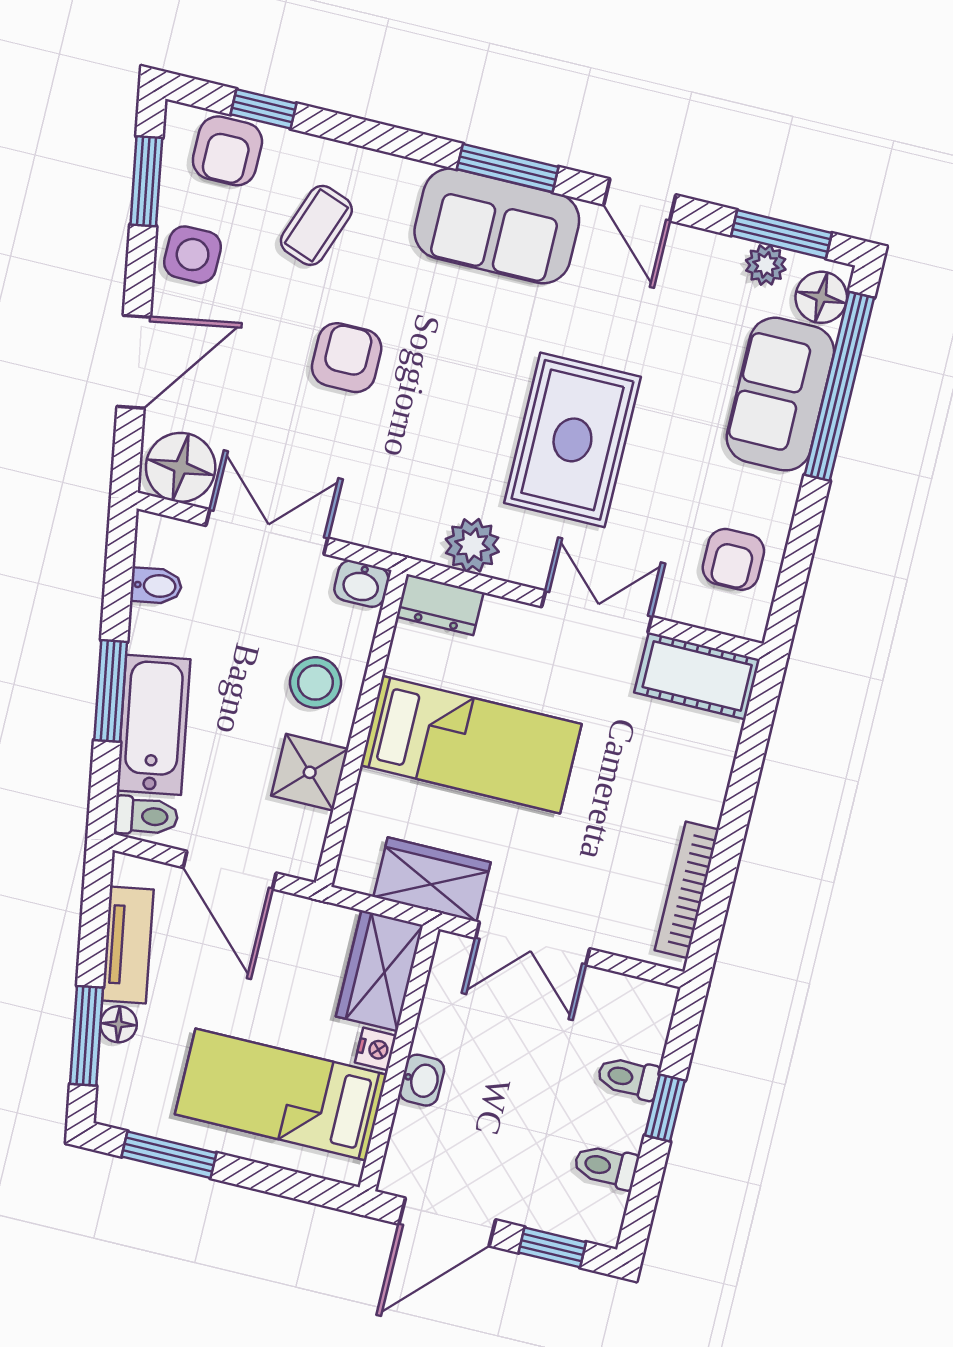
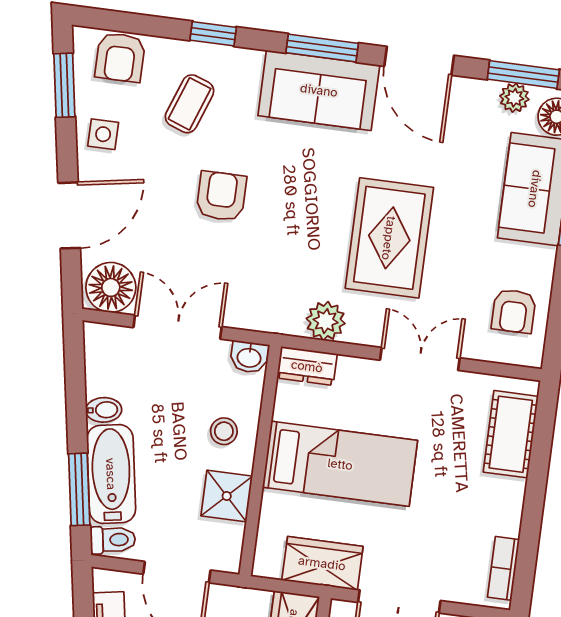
window: (263, 109) -> (213, 34), moved
door: (640, 200) -> (419, 61), width x1.38
side table: (193, 255) -> (103, 134), width x0.73, depth x0.73
bidet: (156, 586) -> (104, 410), moved
cot: (697, 676) -> (511, 434), moved, turned 90
stool: (315, 683) -> (224, 431), width x0.73, depth x0.73
window: (111, 691) -> (79, 489), moved
bookcase: (687, 890) -> (503, 568), width x0.64

